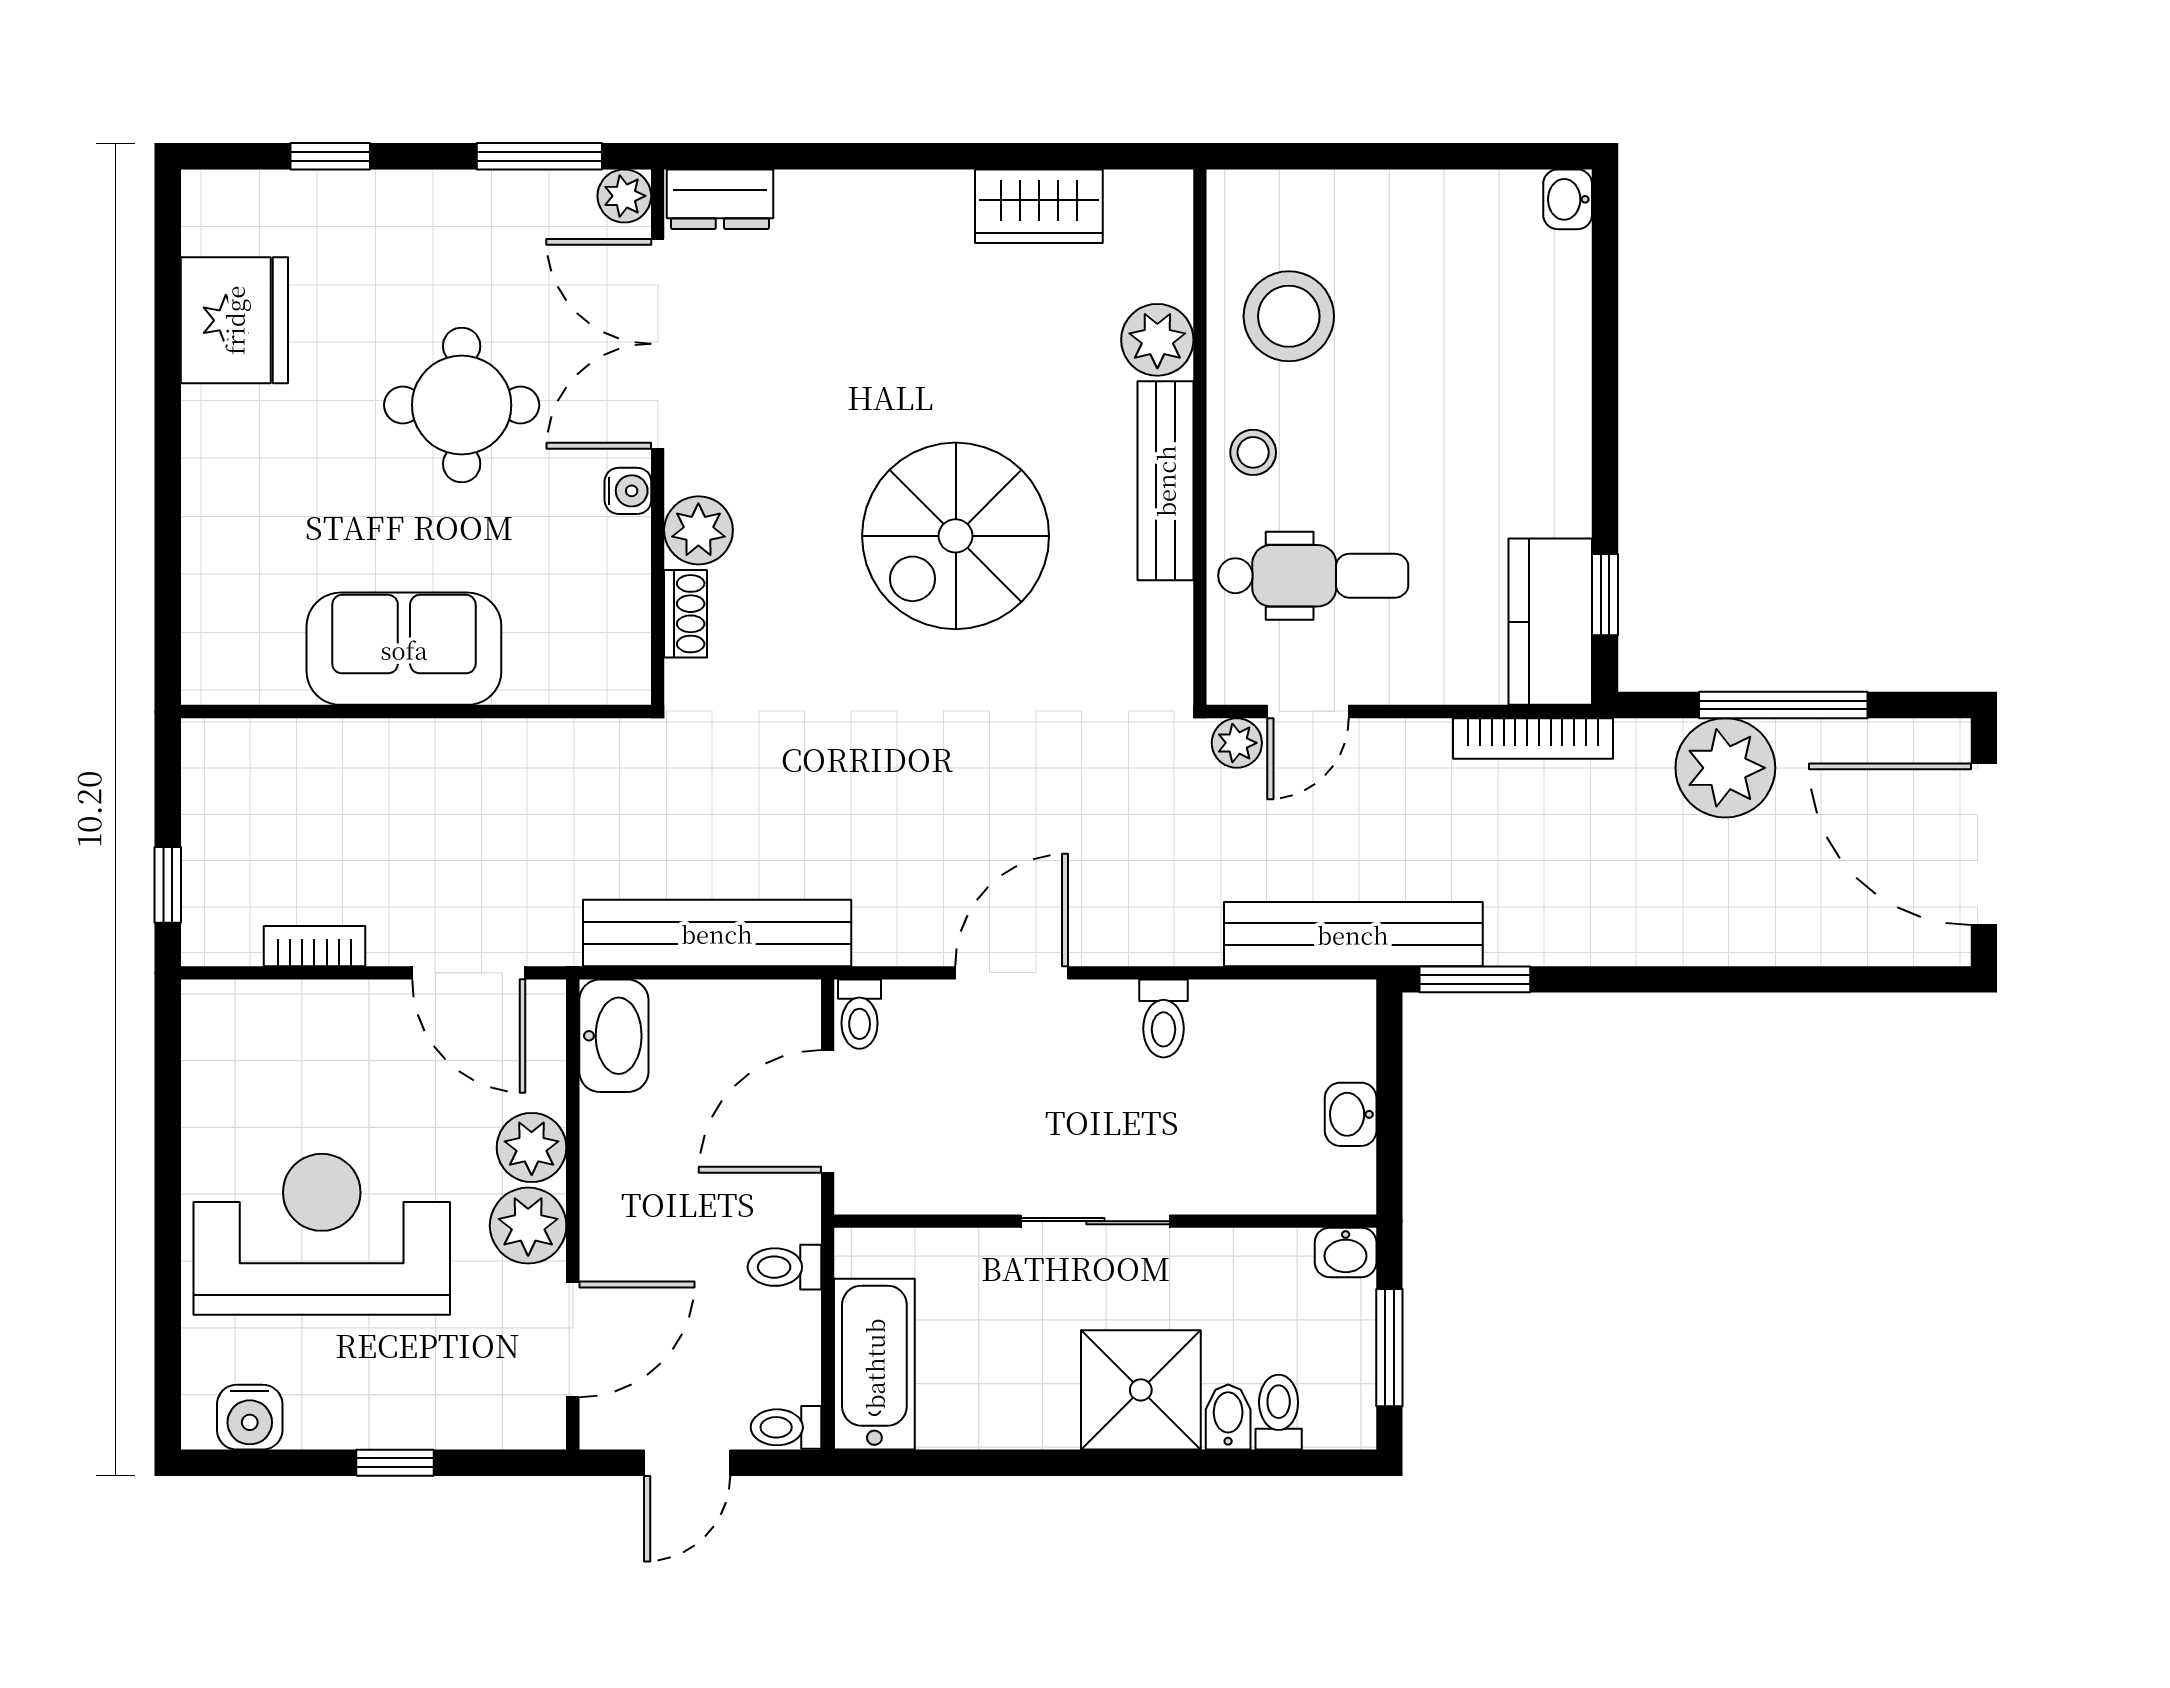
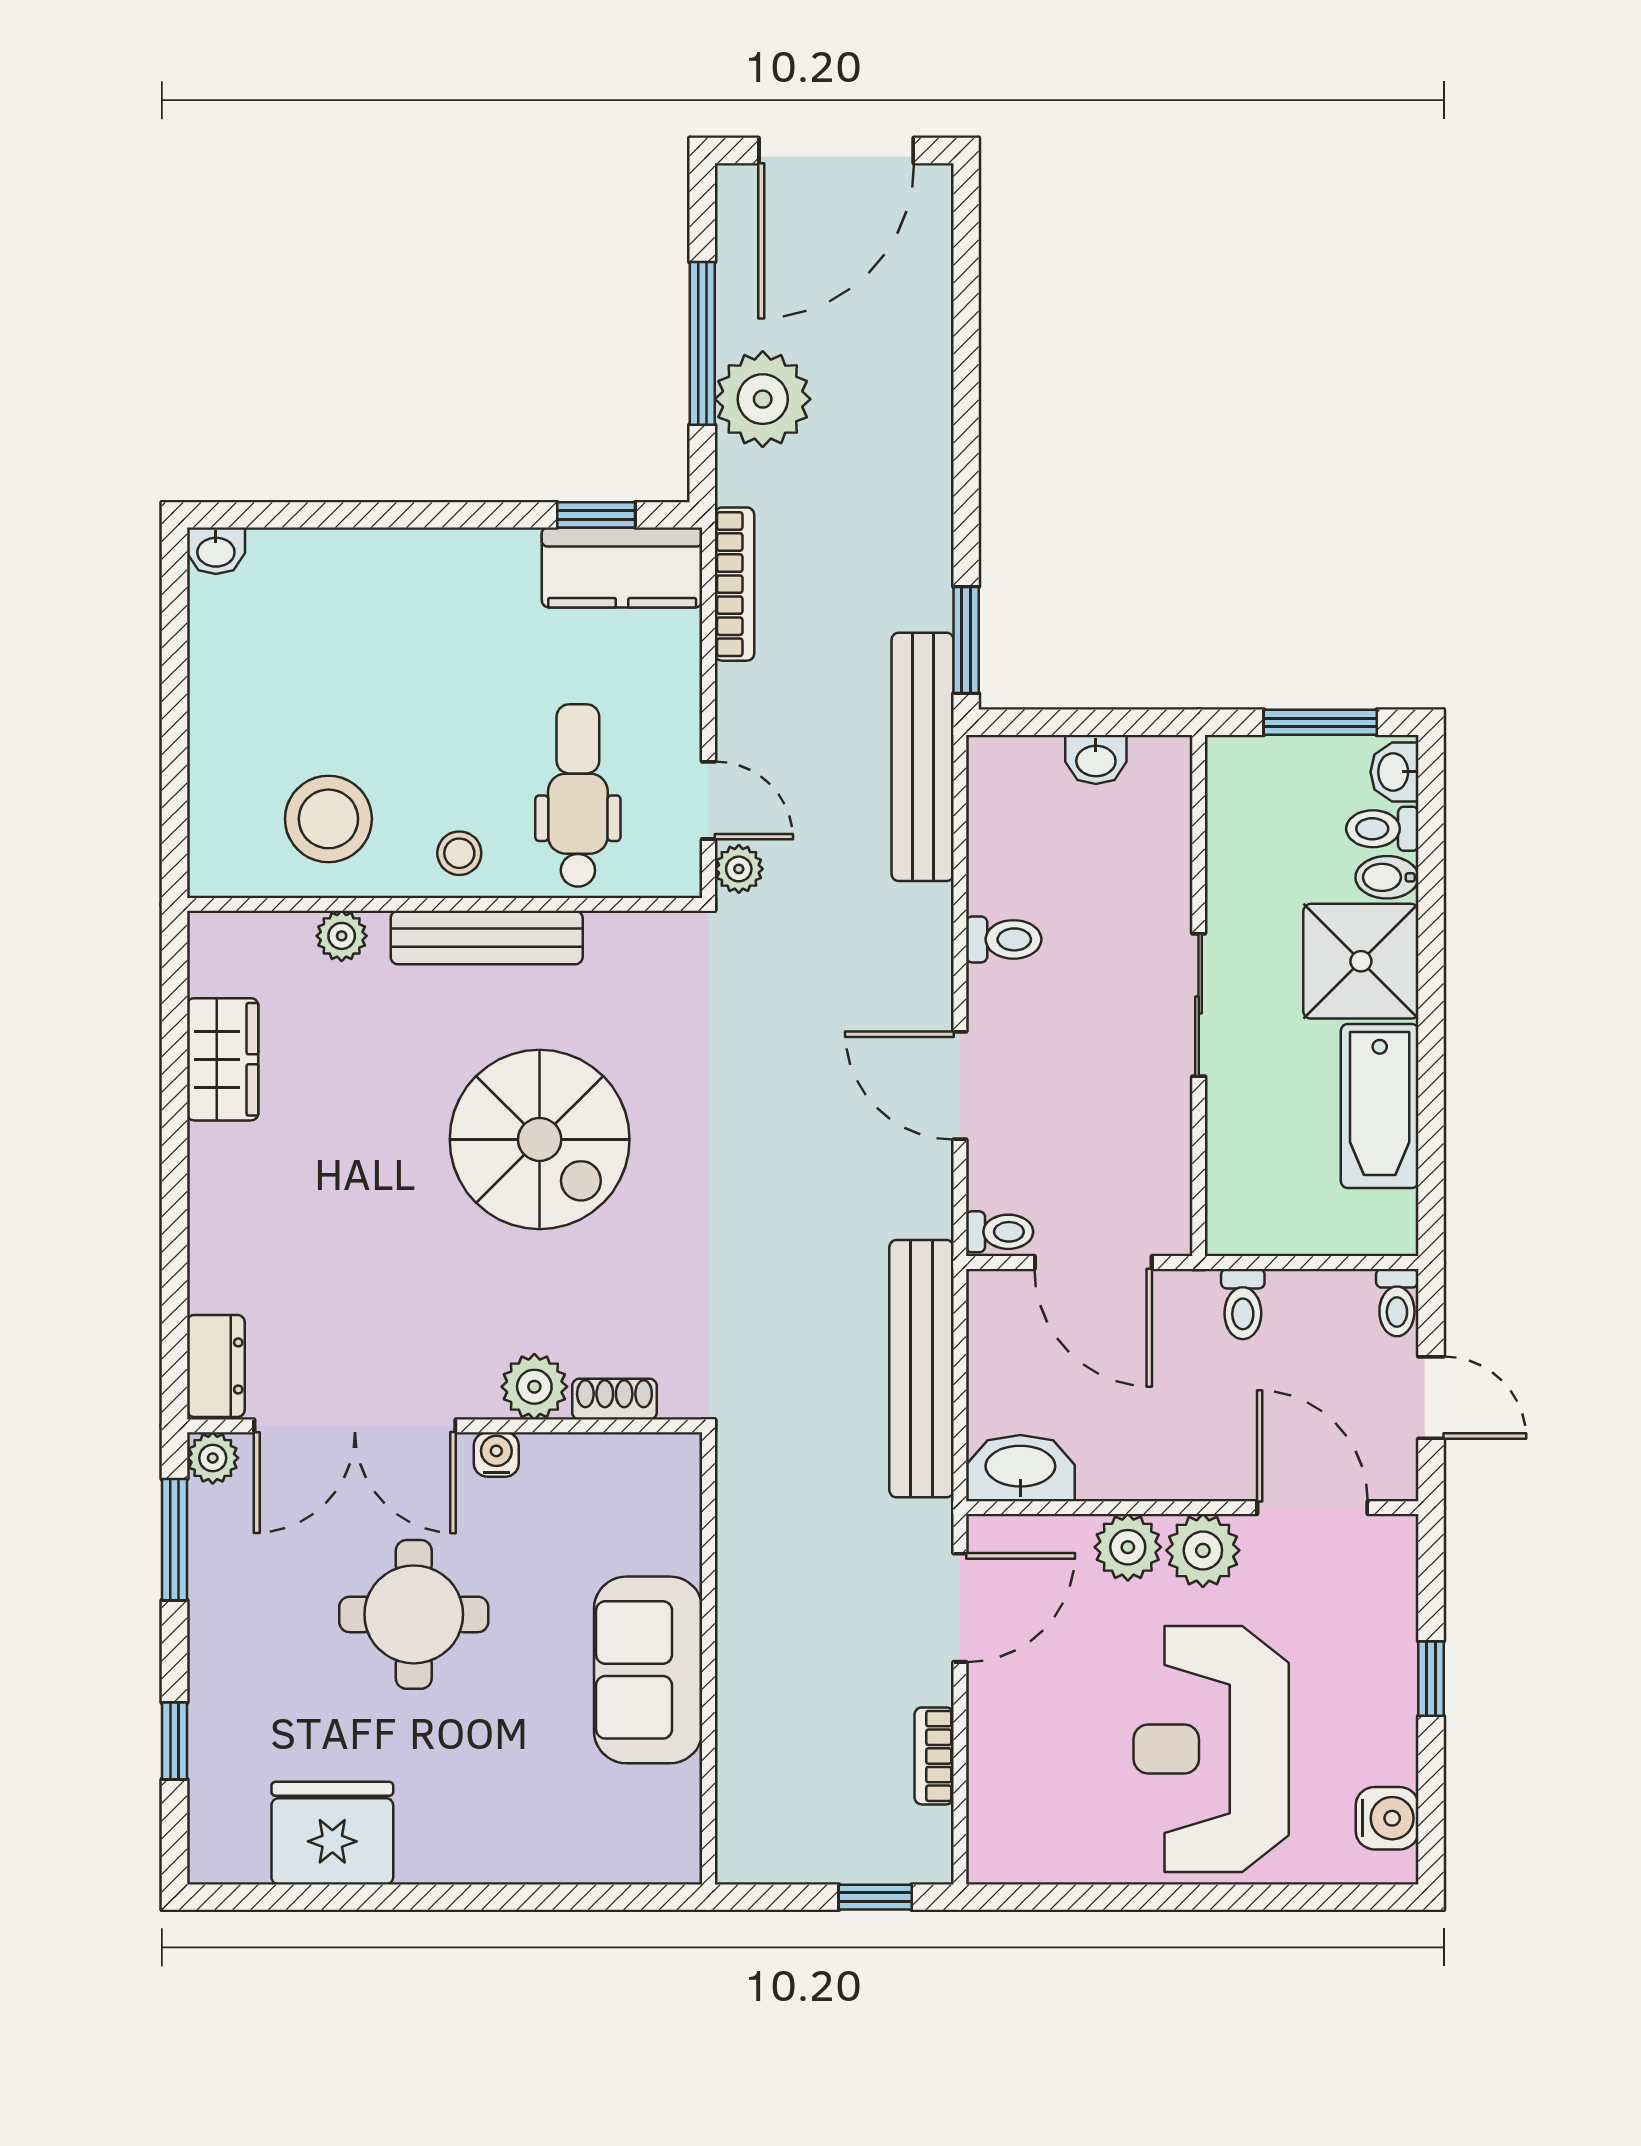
plant: (1157, 340) -> (342, 936), width x0.73, depth x0.73
washbasin: (1346, 1252) -> (1395, 772), moved, turned 180
bathtub: (874, 1364) -> (1380, 1106), moved, turned -90

